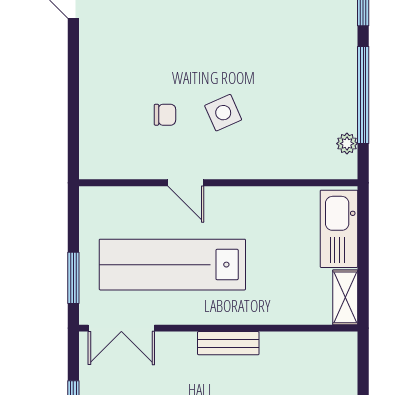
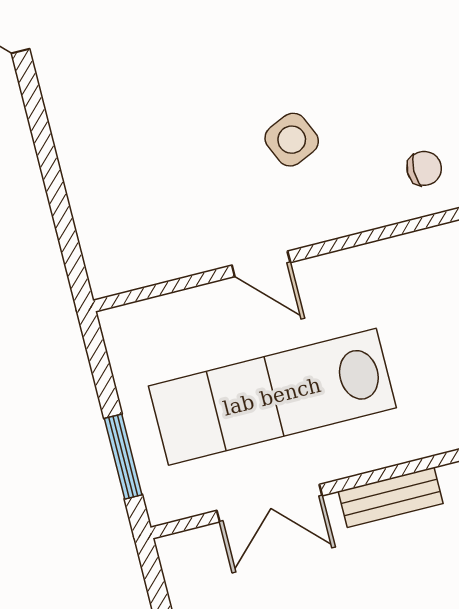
chair: (165, 115) -> (424, 168), moved
double door: (121, 328) -> (269, 503), moved

